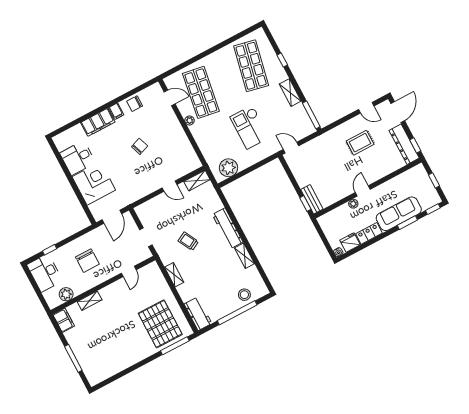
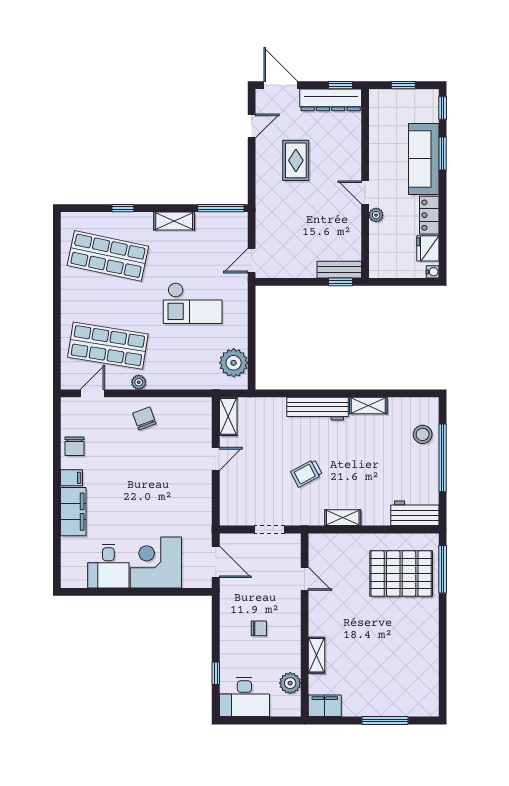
chair: (140, 146) -> (144, 419), moved
chair: (87, 261) -> (259, 628), width x0.54, depth x0.54

